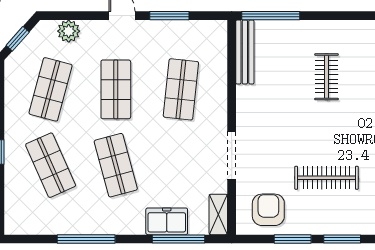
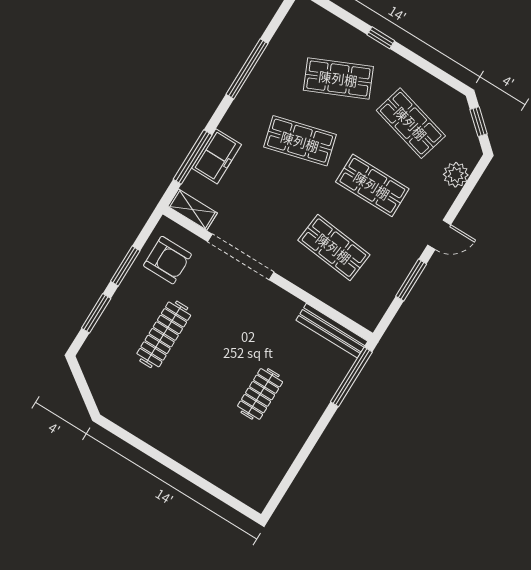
clothes rail: (327, 77) -> (260, 394), turned 90
doorway: (232, 156) -> (241, 257), width x1.36

